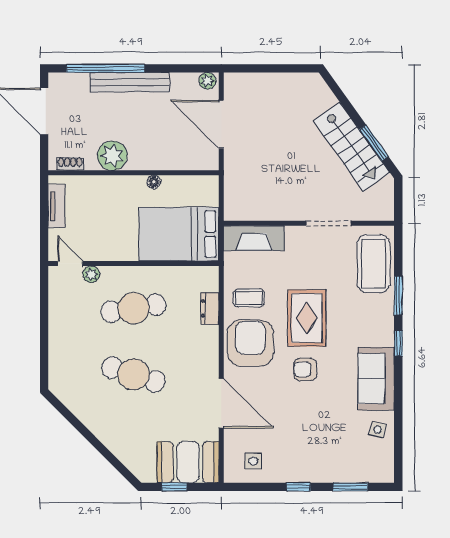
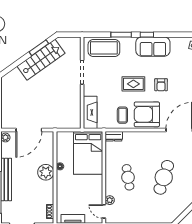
plant: (112, 156) -> (46, 172), moved
door: (70, 264) -> (104, 211), hinge flipped
cafe table: (134, 308) -> (128, 177), width x0.73, depth x0.74
dresser: (210, 308) -> (114, 136), moved
rug: (307, 318) -> (133, 84), width x0.73, depth x0.70
sofa: (376, 379) -> (153, 47), moved

